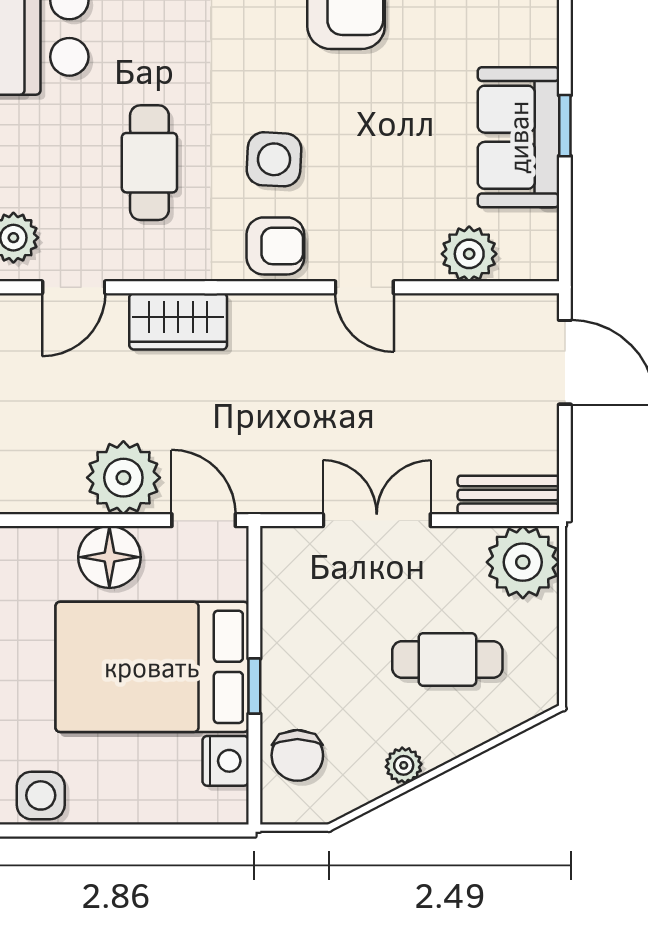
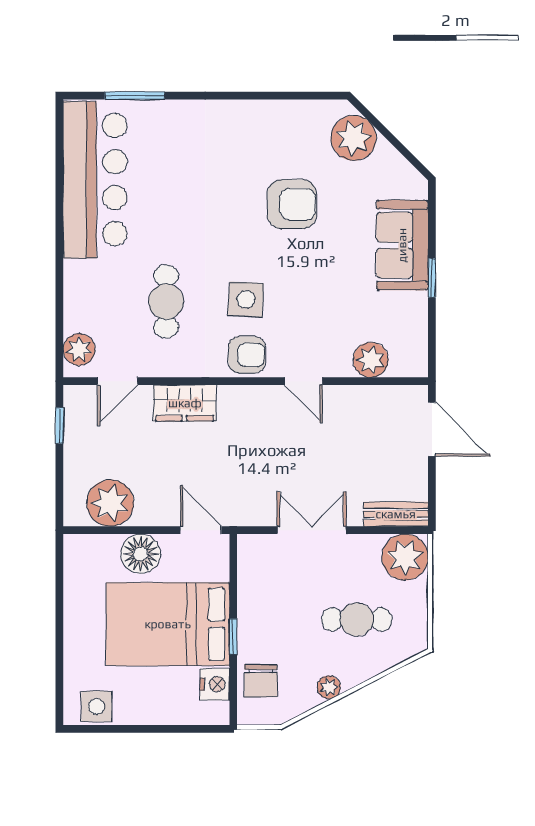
sofa: (518, 137) -> (402, 245), moved
plant: (123, 478) -> (110, 503), moved

